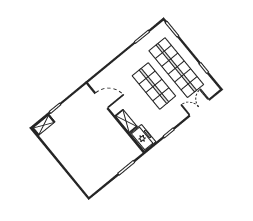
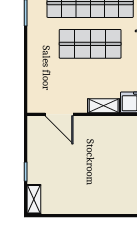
door: (101, 101) -> (59, 114), swing flipped

